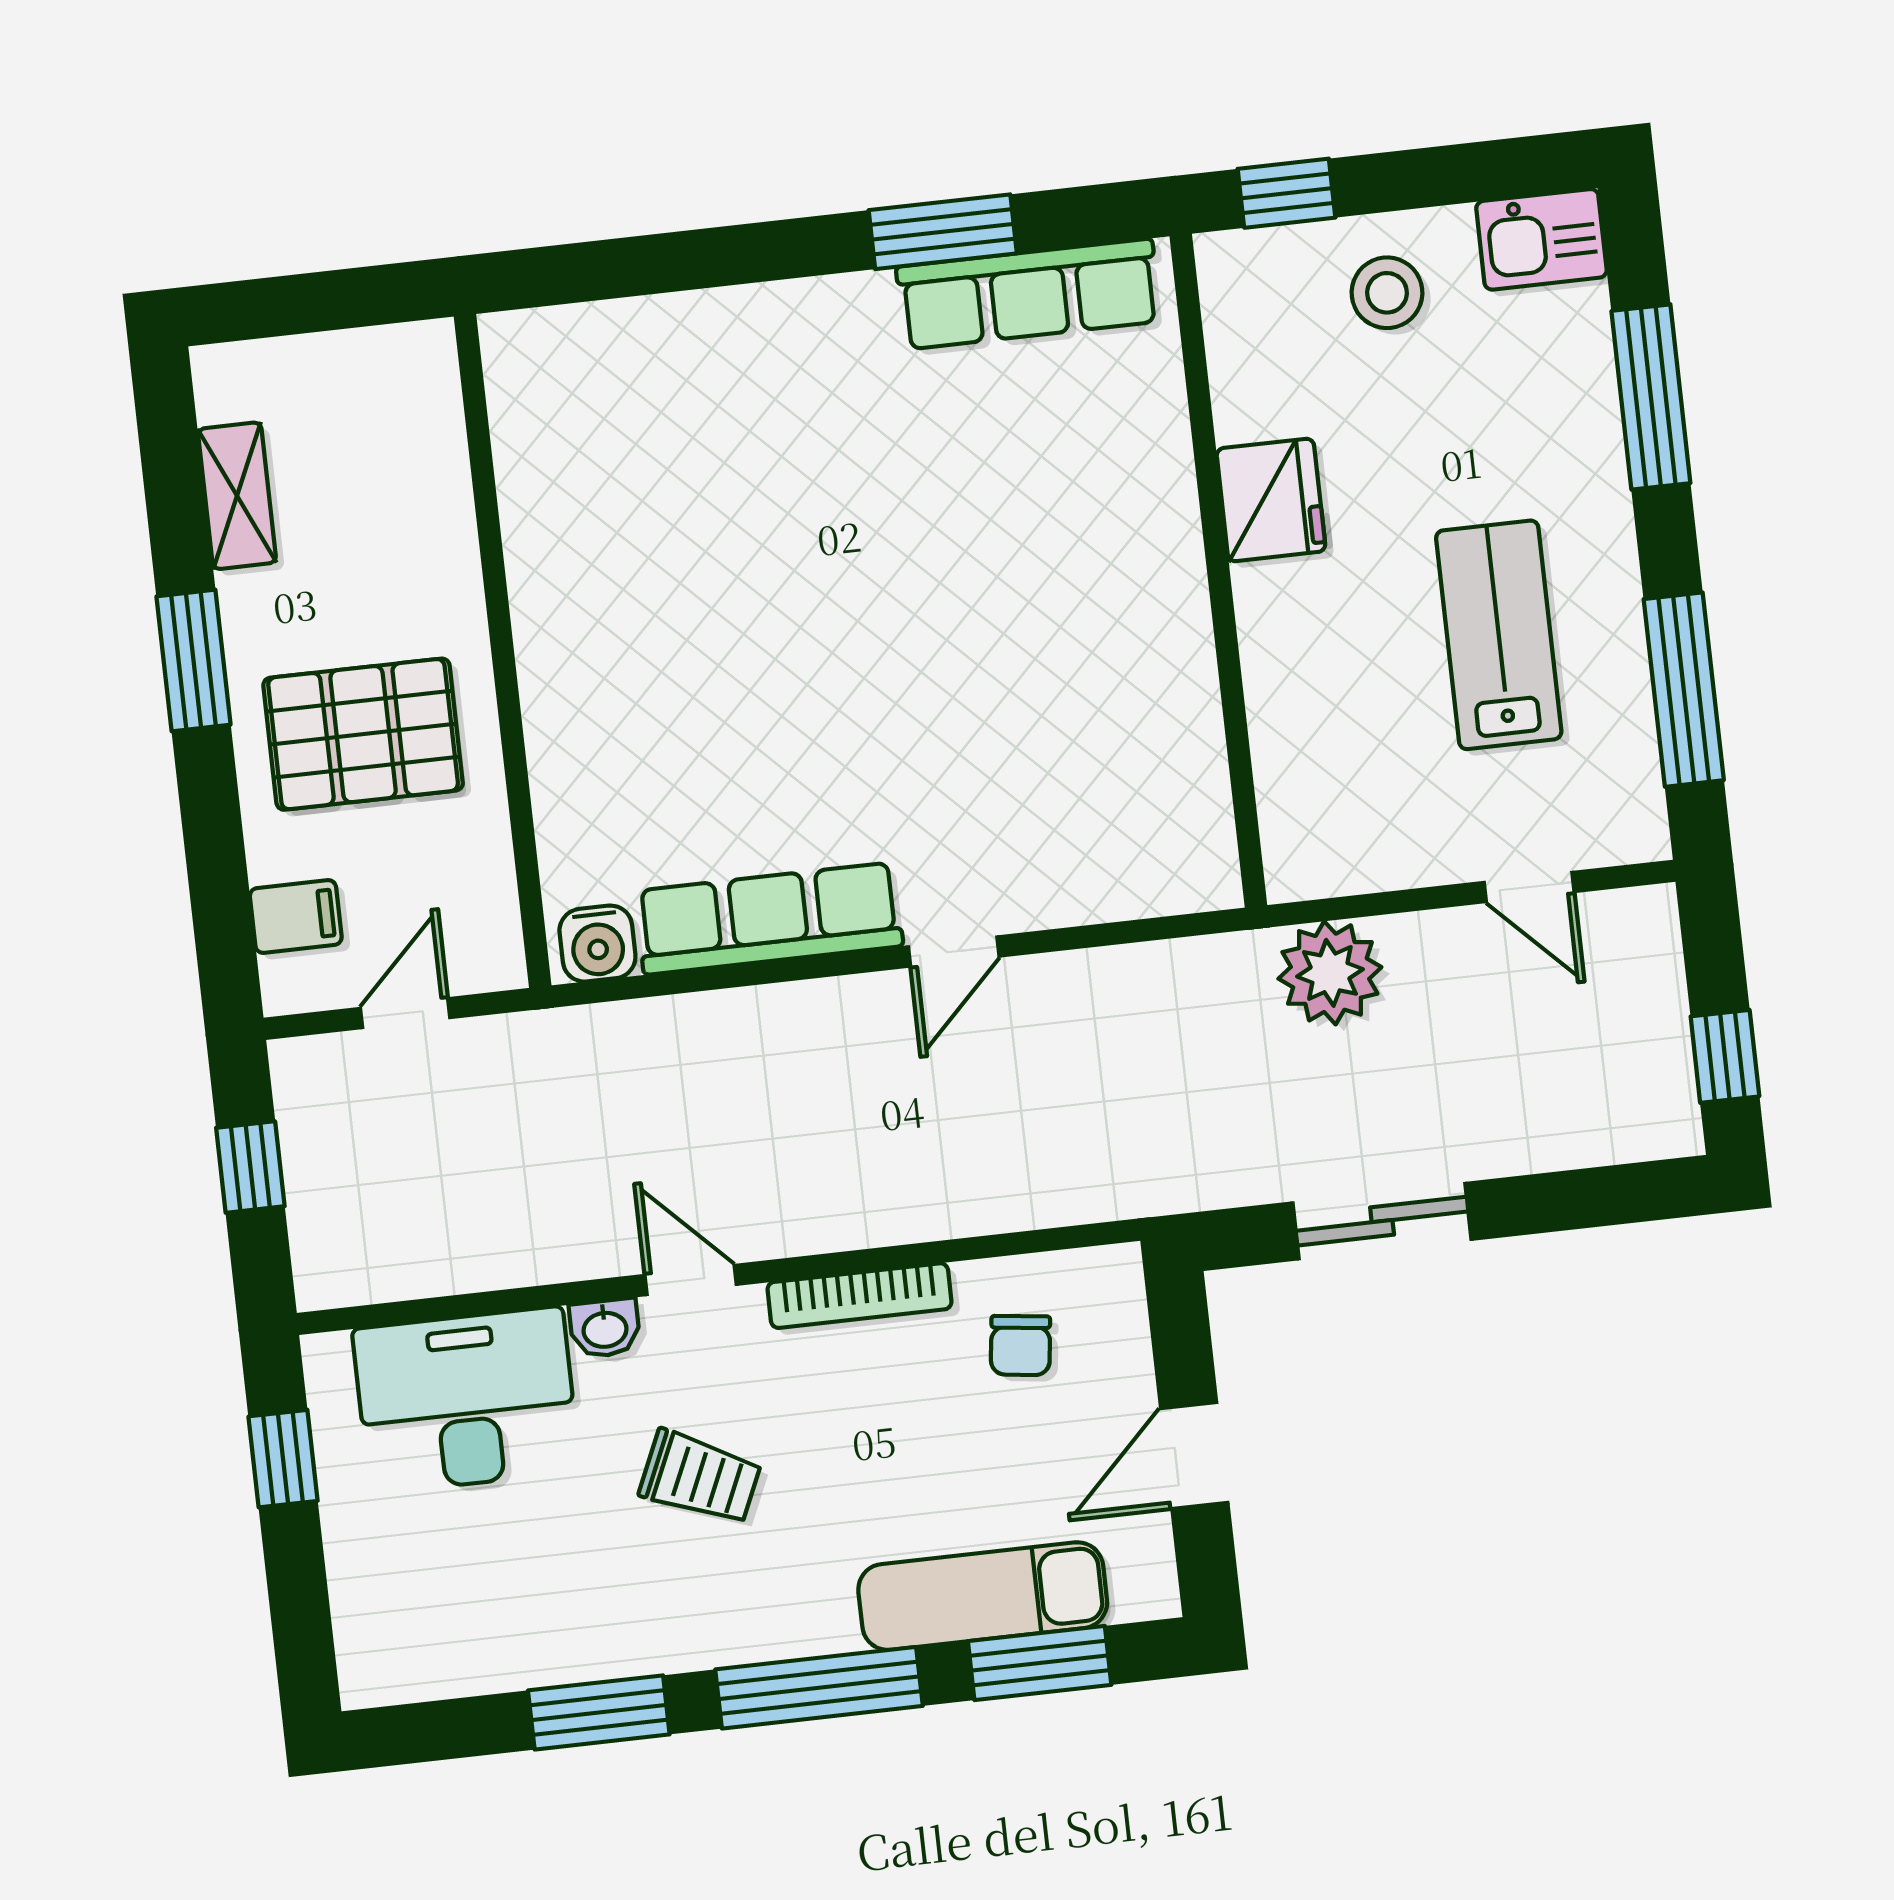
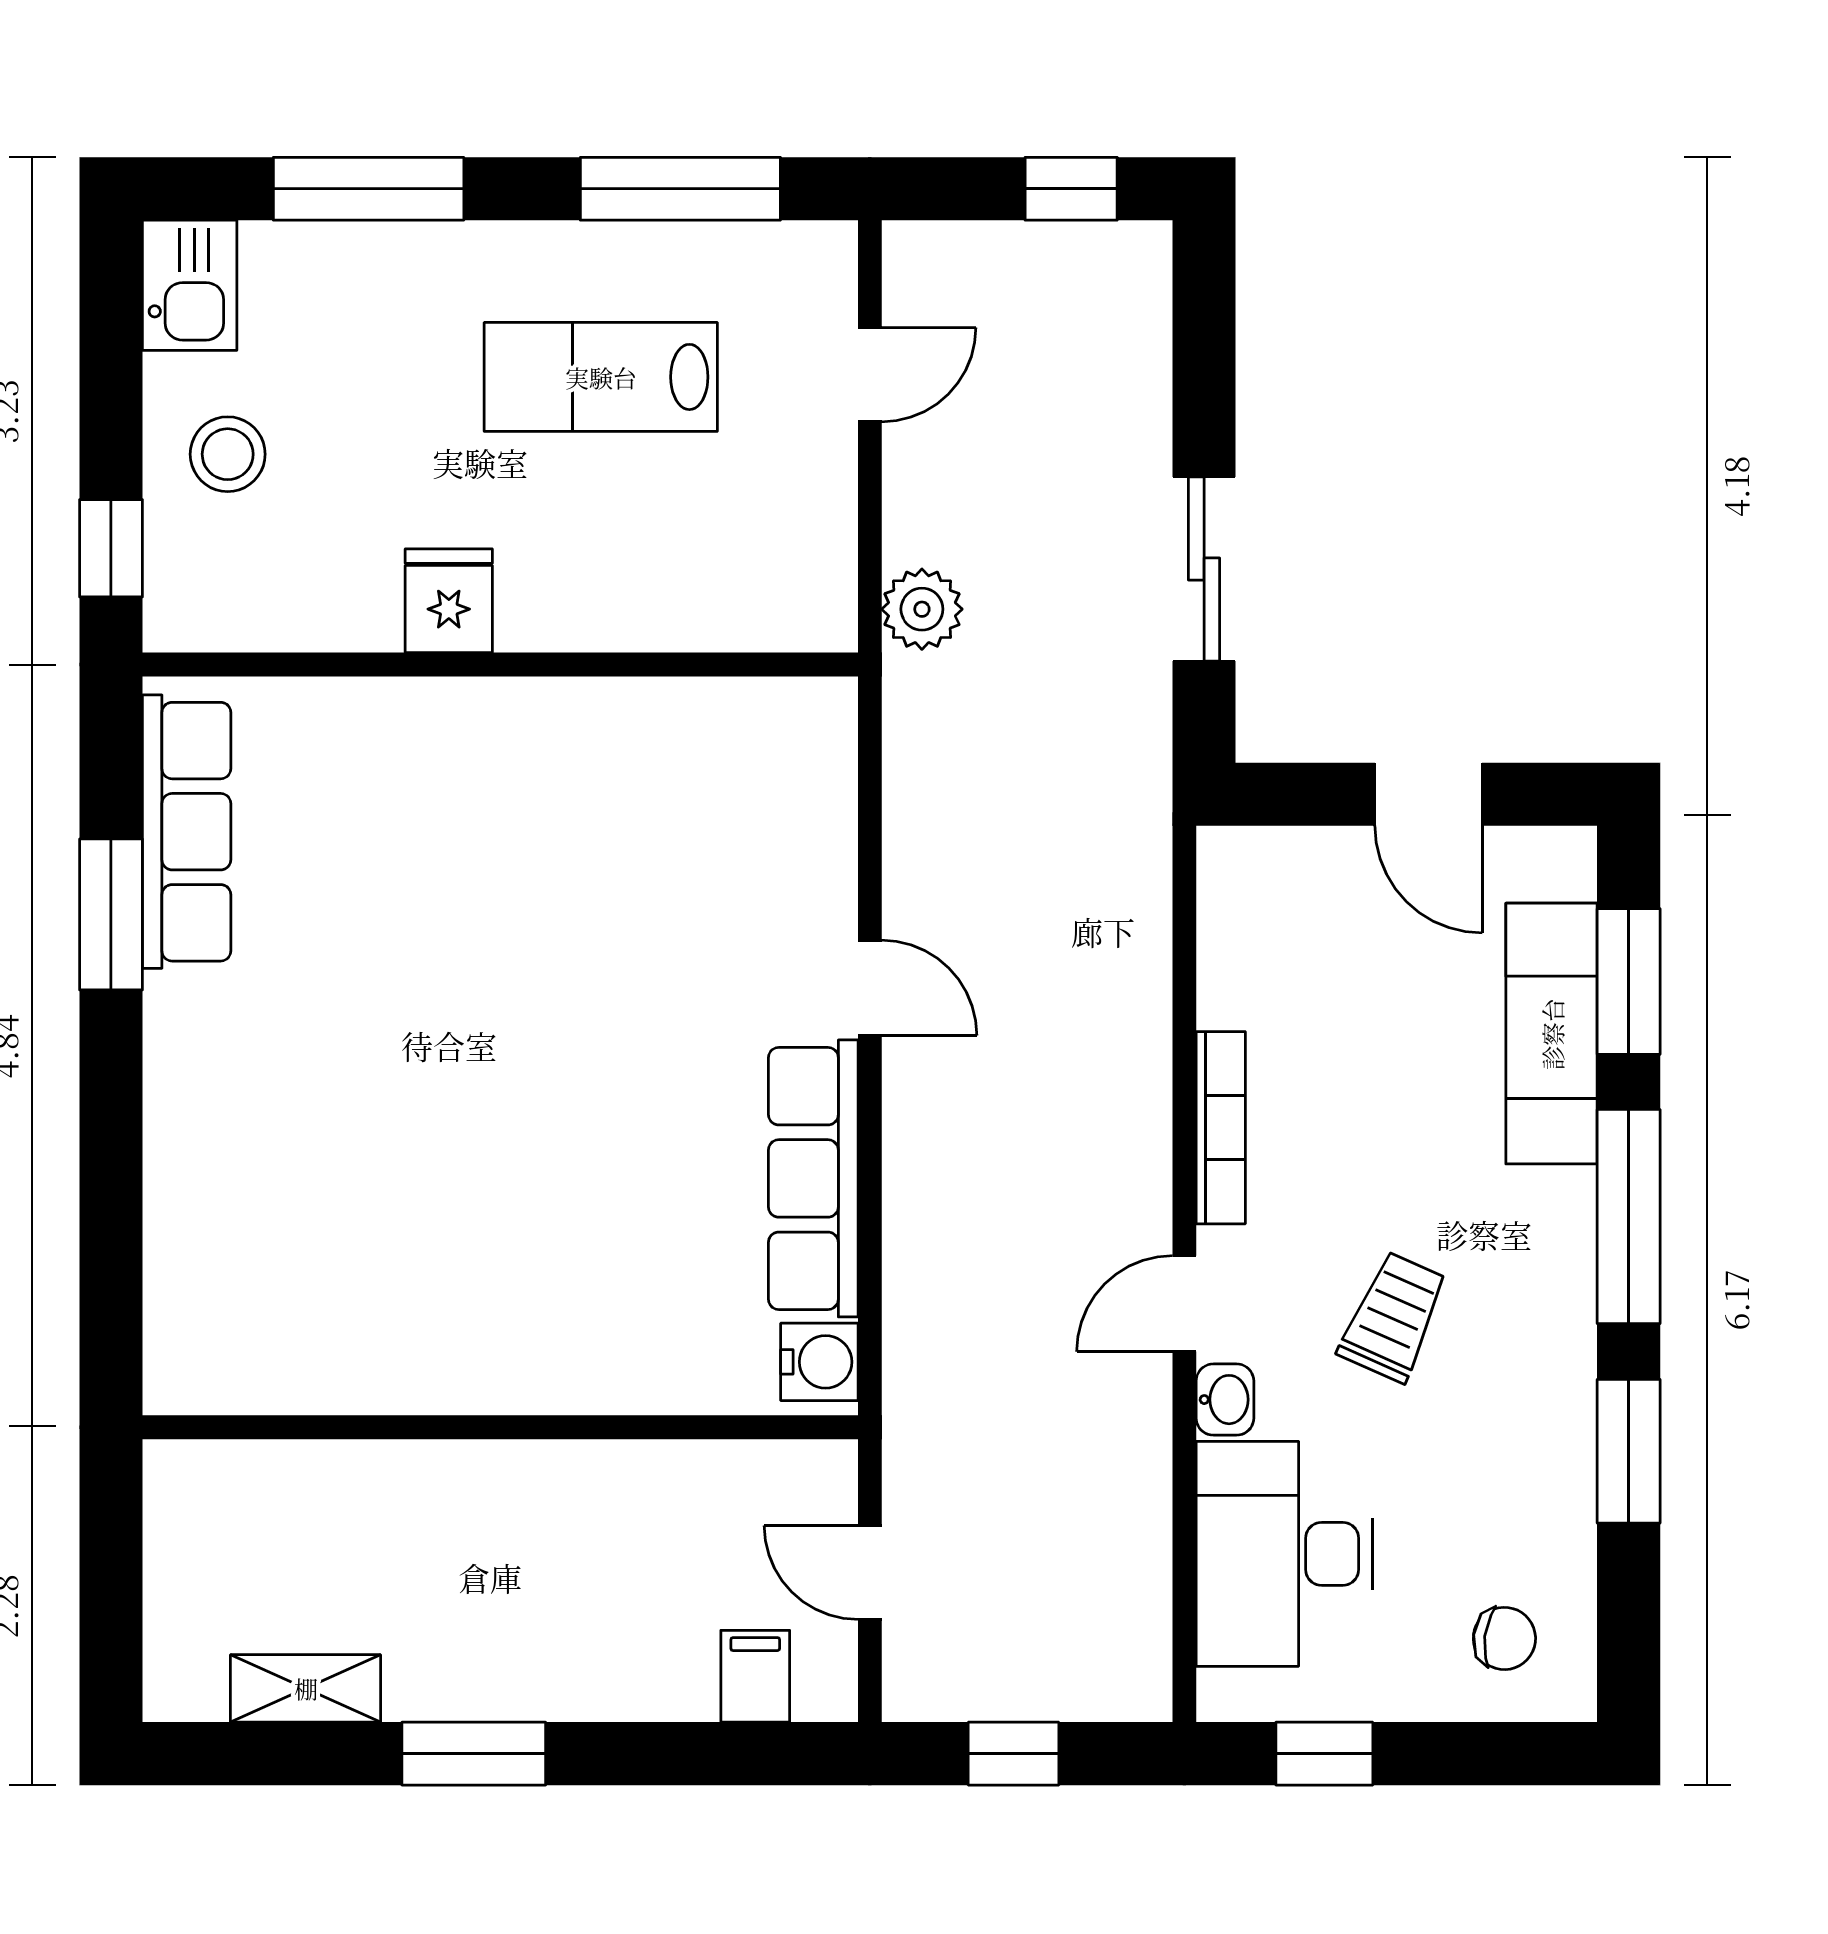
fridge: (1271, 500) -> (449, 601), width x0.72
pallet: (363, 734) -> (571, 1584), removed
plant: (1330, 973) -> (922, 609), width x0.73, depth x0.73
chair: (1021, 1345) -> (1504, 1638), moved

